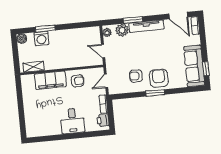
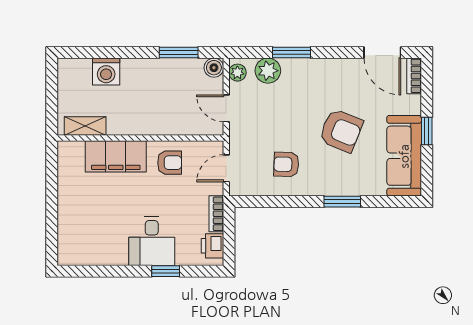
tv unit: (146, 26) -> (317, 67), removed
window: (45, 29) -> (179, 53), moved
boiler: (22, 38) -> (214, 68), moved
window: (206, 69) -> (427, 131), moved
armchair: (159, 78) -> (341, 131), moved, turned 112
window: (155, 93) -> (342, 202), moved
window: (81, 135) -> (166, 271), added

